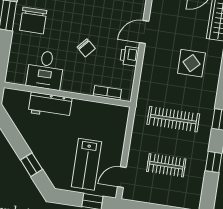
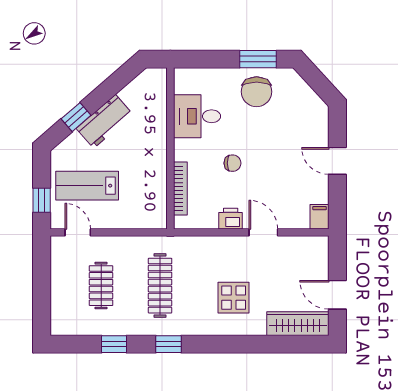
chair: (33, 20) -> (257, 92), turned -90
chair: (86, 48) -> (232, 163), turned -131
bookcase: (107, 93) -> (180, 188), width x1.56
workbench: (50, 105) -> (104, 121), moved, turned -131

